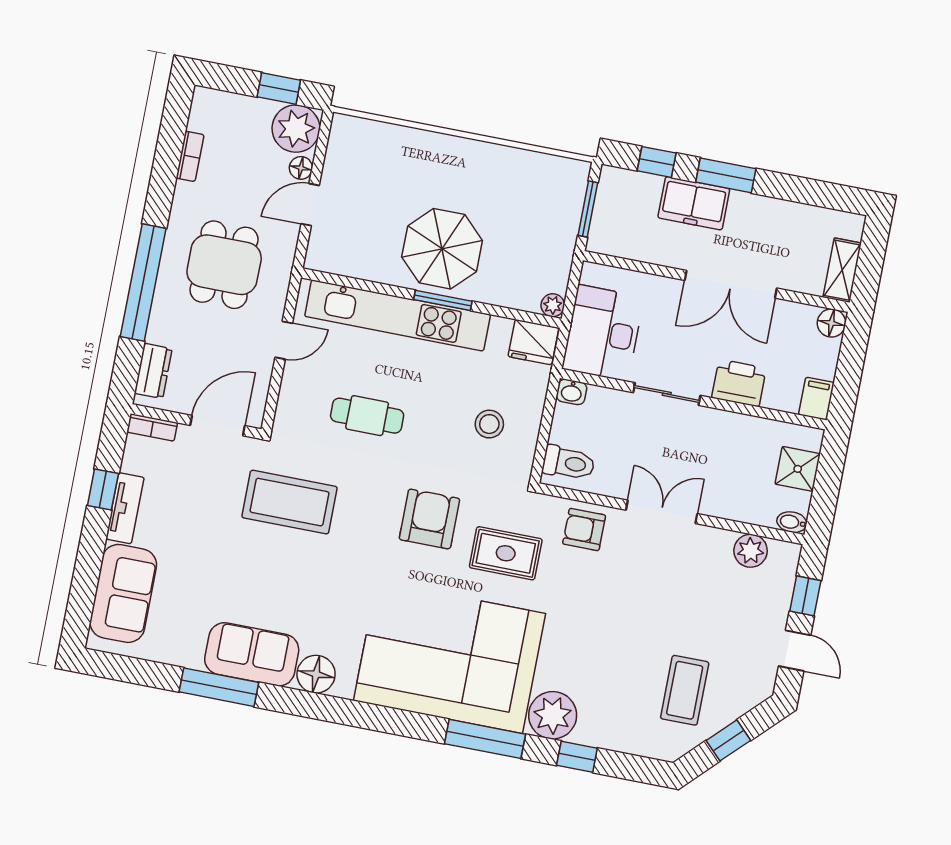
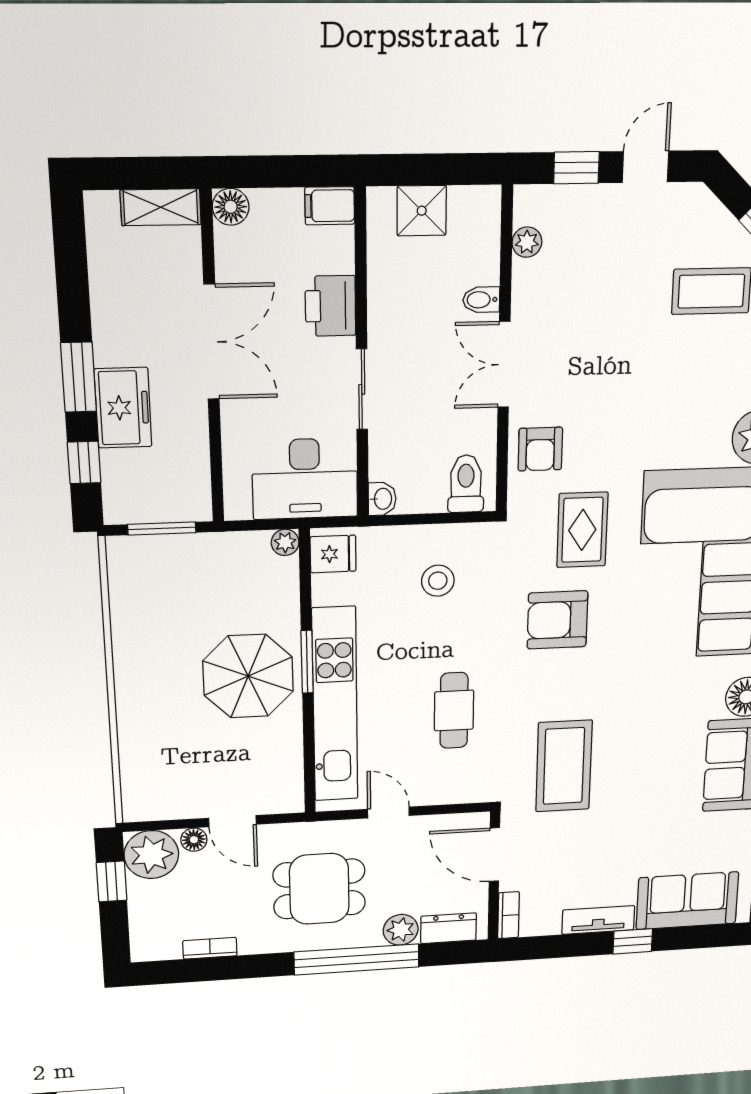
plant: (163, 328) -> (401, 930), added
fridge: (533, 342) -> (333, 554), width x0.72
window: (103, 489) -> (633, 941), moved
bidet: (792, 522) -> (481, 300), moved, turned 90
plant: (751, 551) -> (527, 242), width x0.73, depth x0.73

